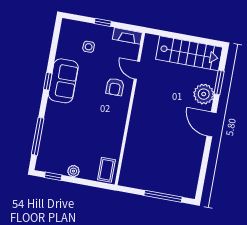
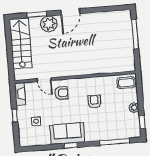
door: (137, 70) -> (44, 80), hinge flipped
armchair: (94, 125) -> (94, 102), added

